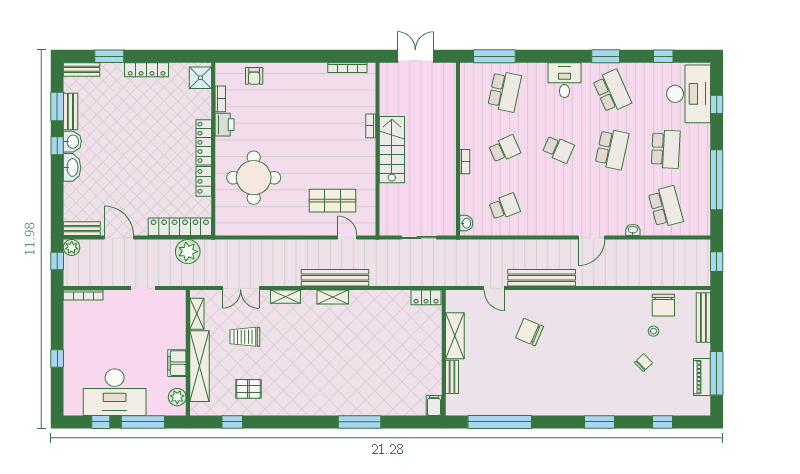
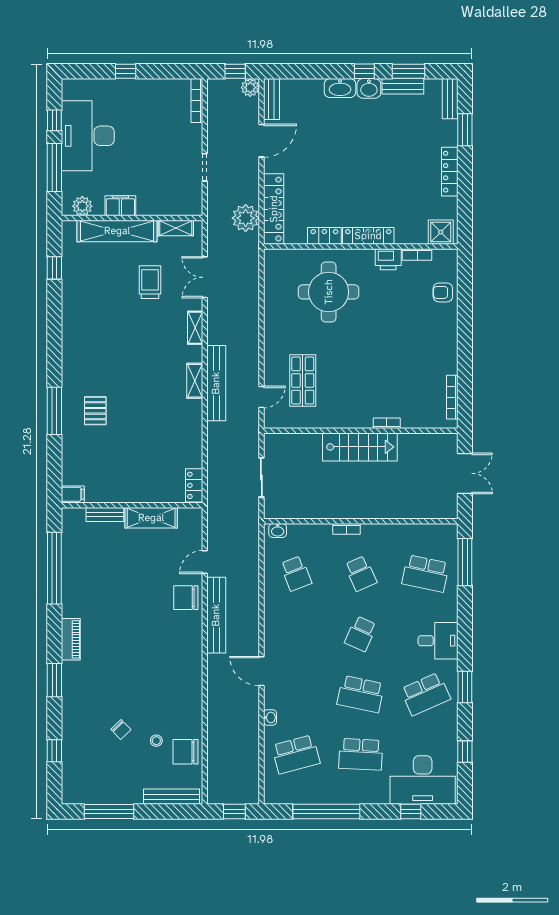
chair: (530, 332) -> (186, 598), moved, turned -113
piano: (702, 377) -> (71, 639), moved, turned 90
pallet: (248, 389) -> (95, 411), moved

